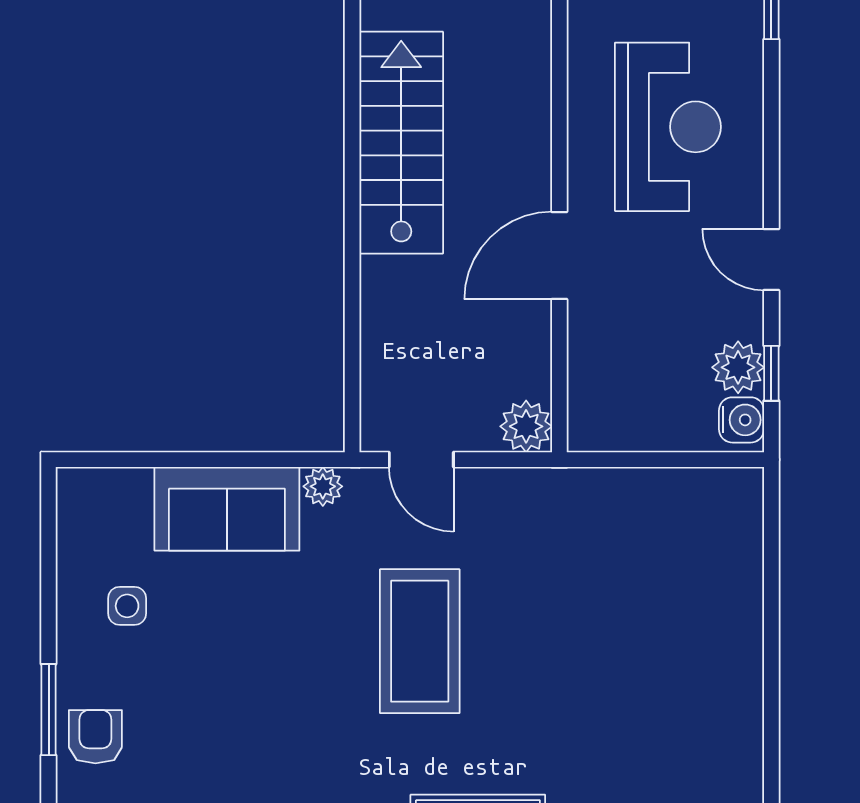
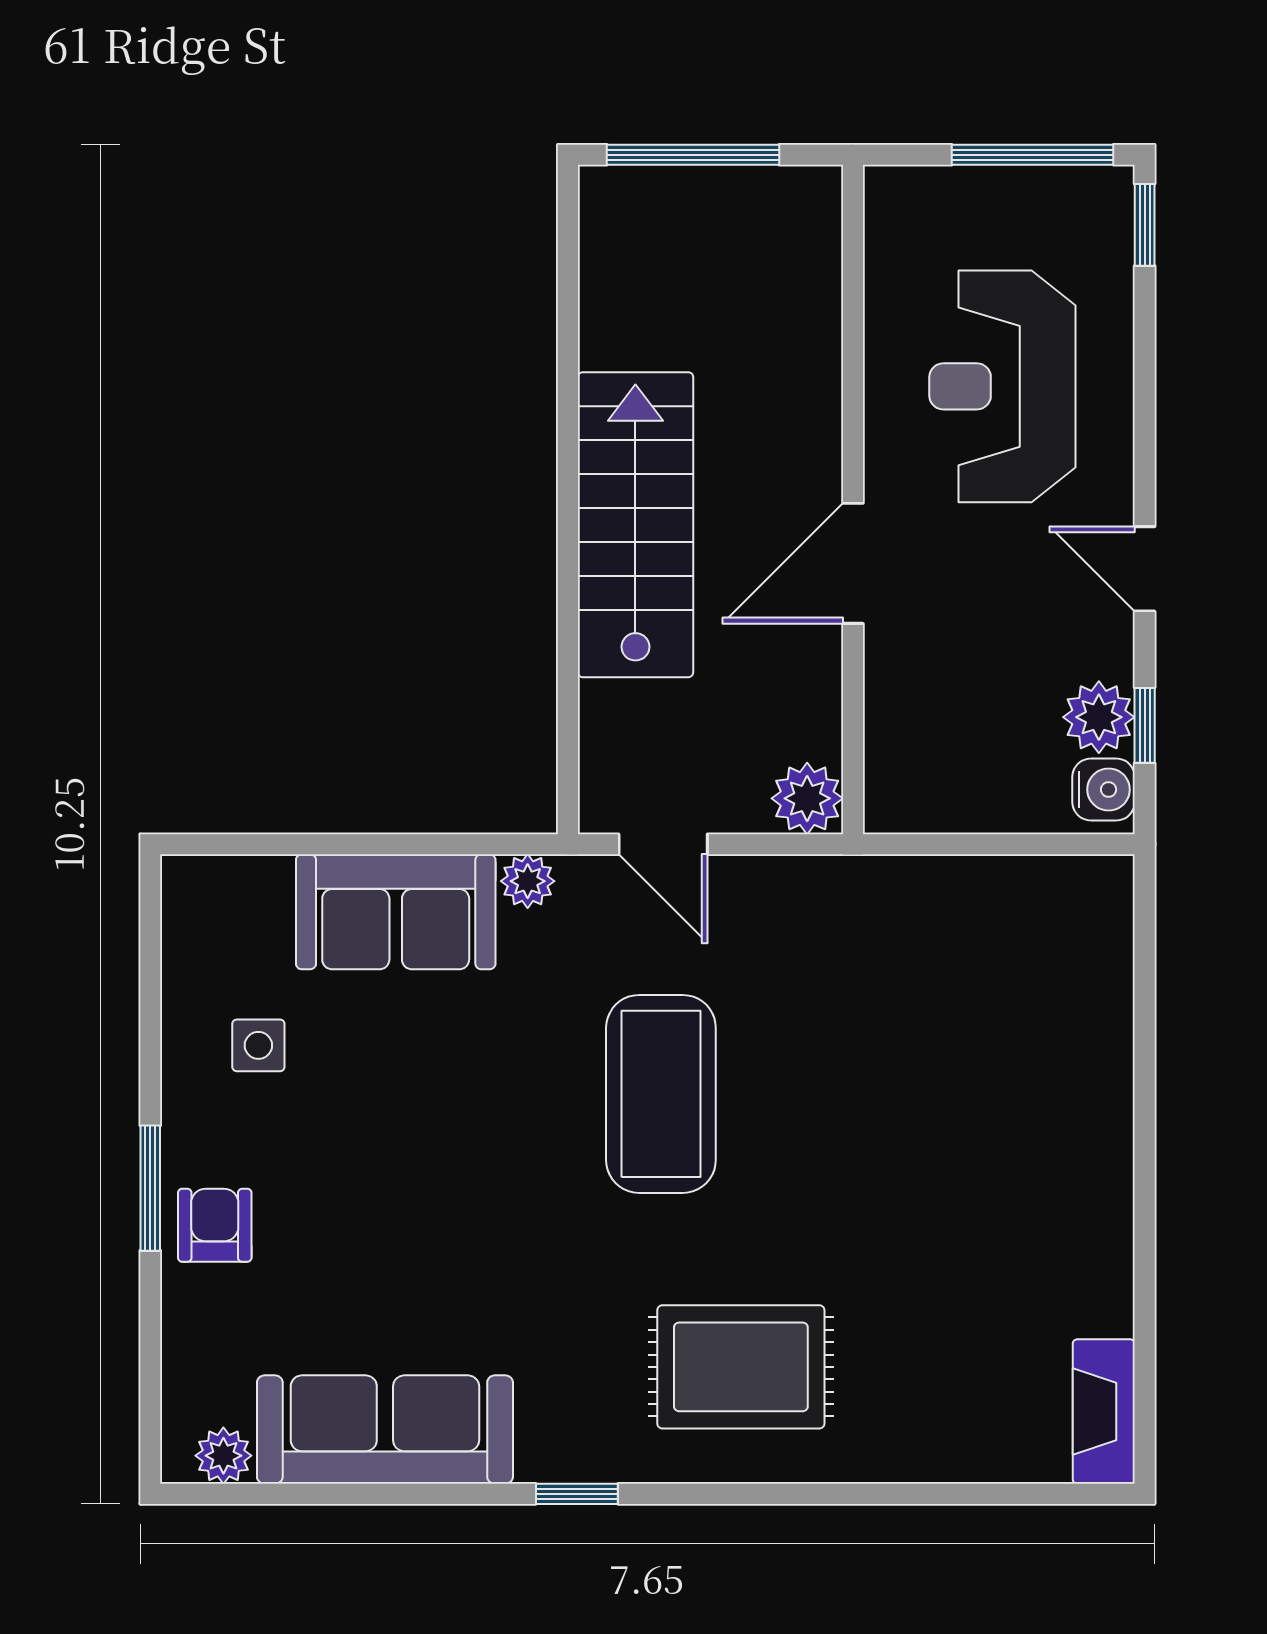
reception desk: (668, 127) -> (1002, 386), turned 180
stairs: (401, 143) -> (635, 525), moved

